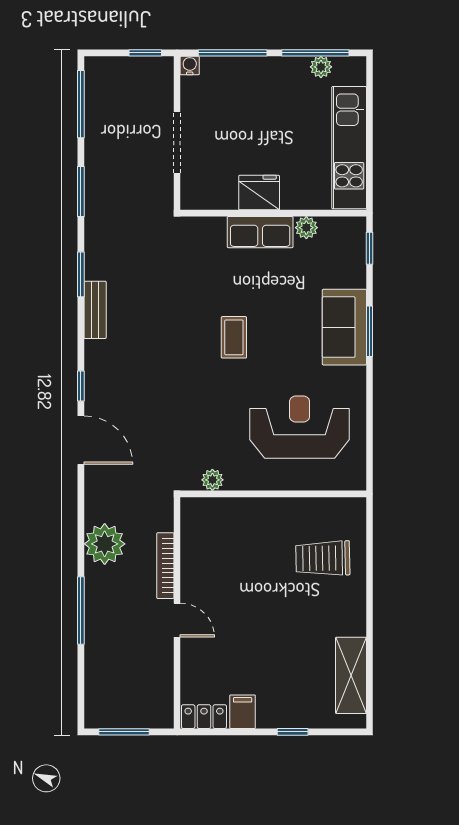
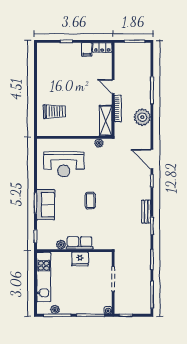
shelving: (351, 675) -> (106, 121), moved

